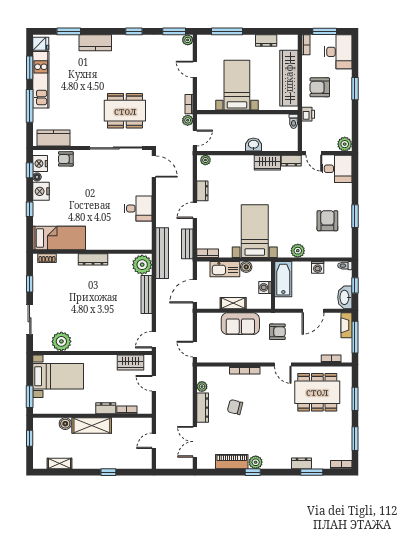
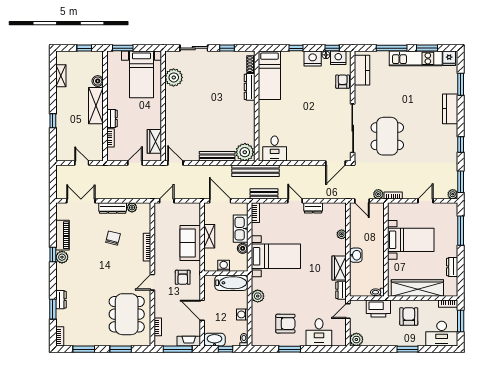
printer: (308, 114) -> (378, 309), width x1.87, depth x1.48
plant: (205, 160) -> (342, 234), moved
desk: (337, 169) -> (319, 332), moved
desk: (138, 209) -> (275, 149), moved
dresser: (93, 259) -> (250, 87), moved

